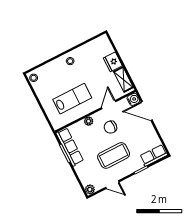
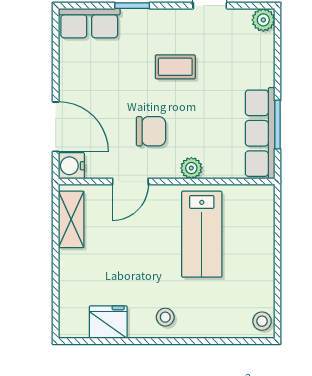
fridge: (113, 62) -> (108, 322), moved, turned -90
lab bench: (72, 99) -> (202, 234), turned -90
coffee table: (114, 155) -> (175, 67), width x0.54, depth x0.58

